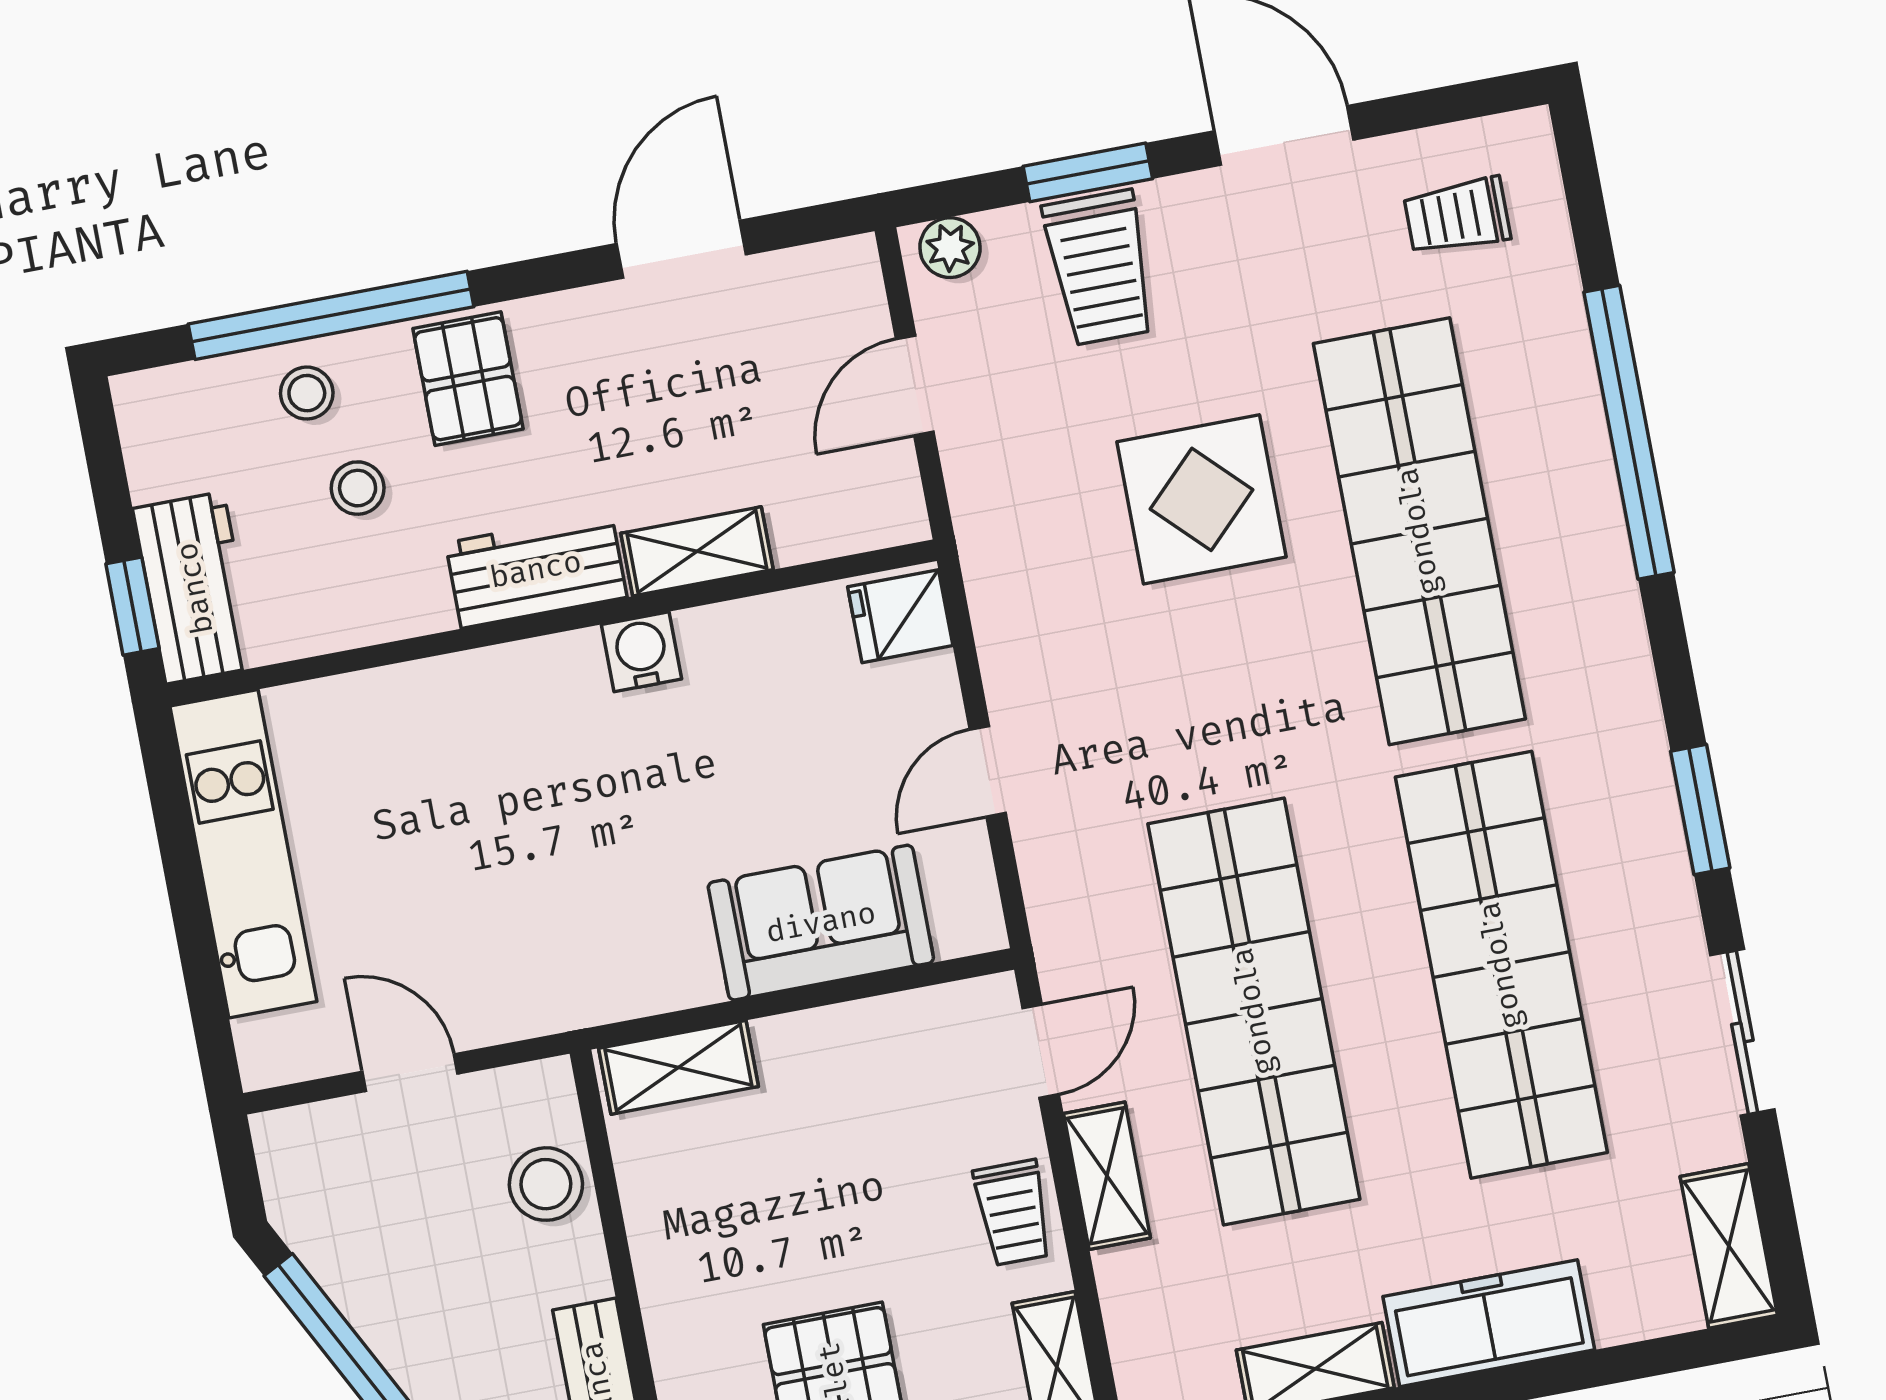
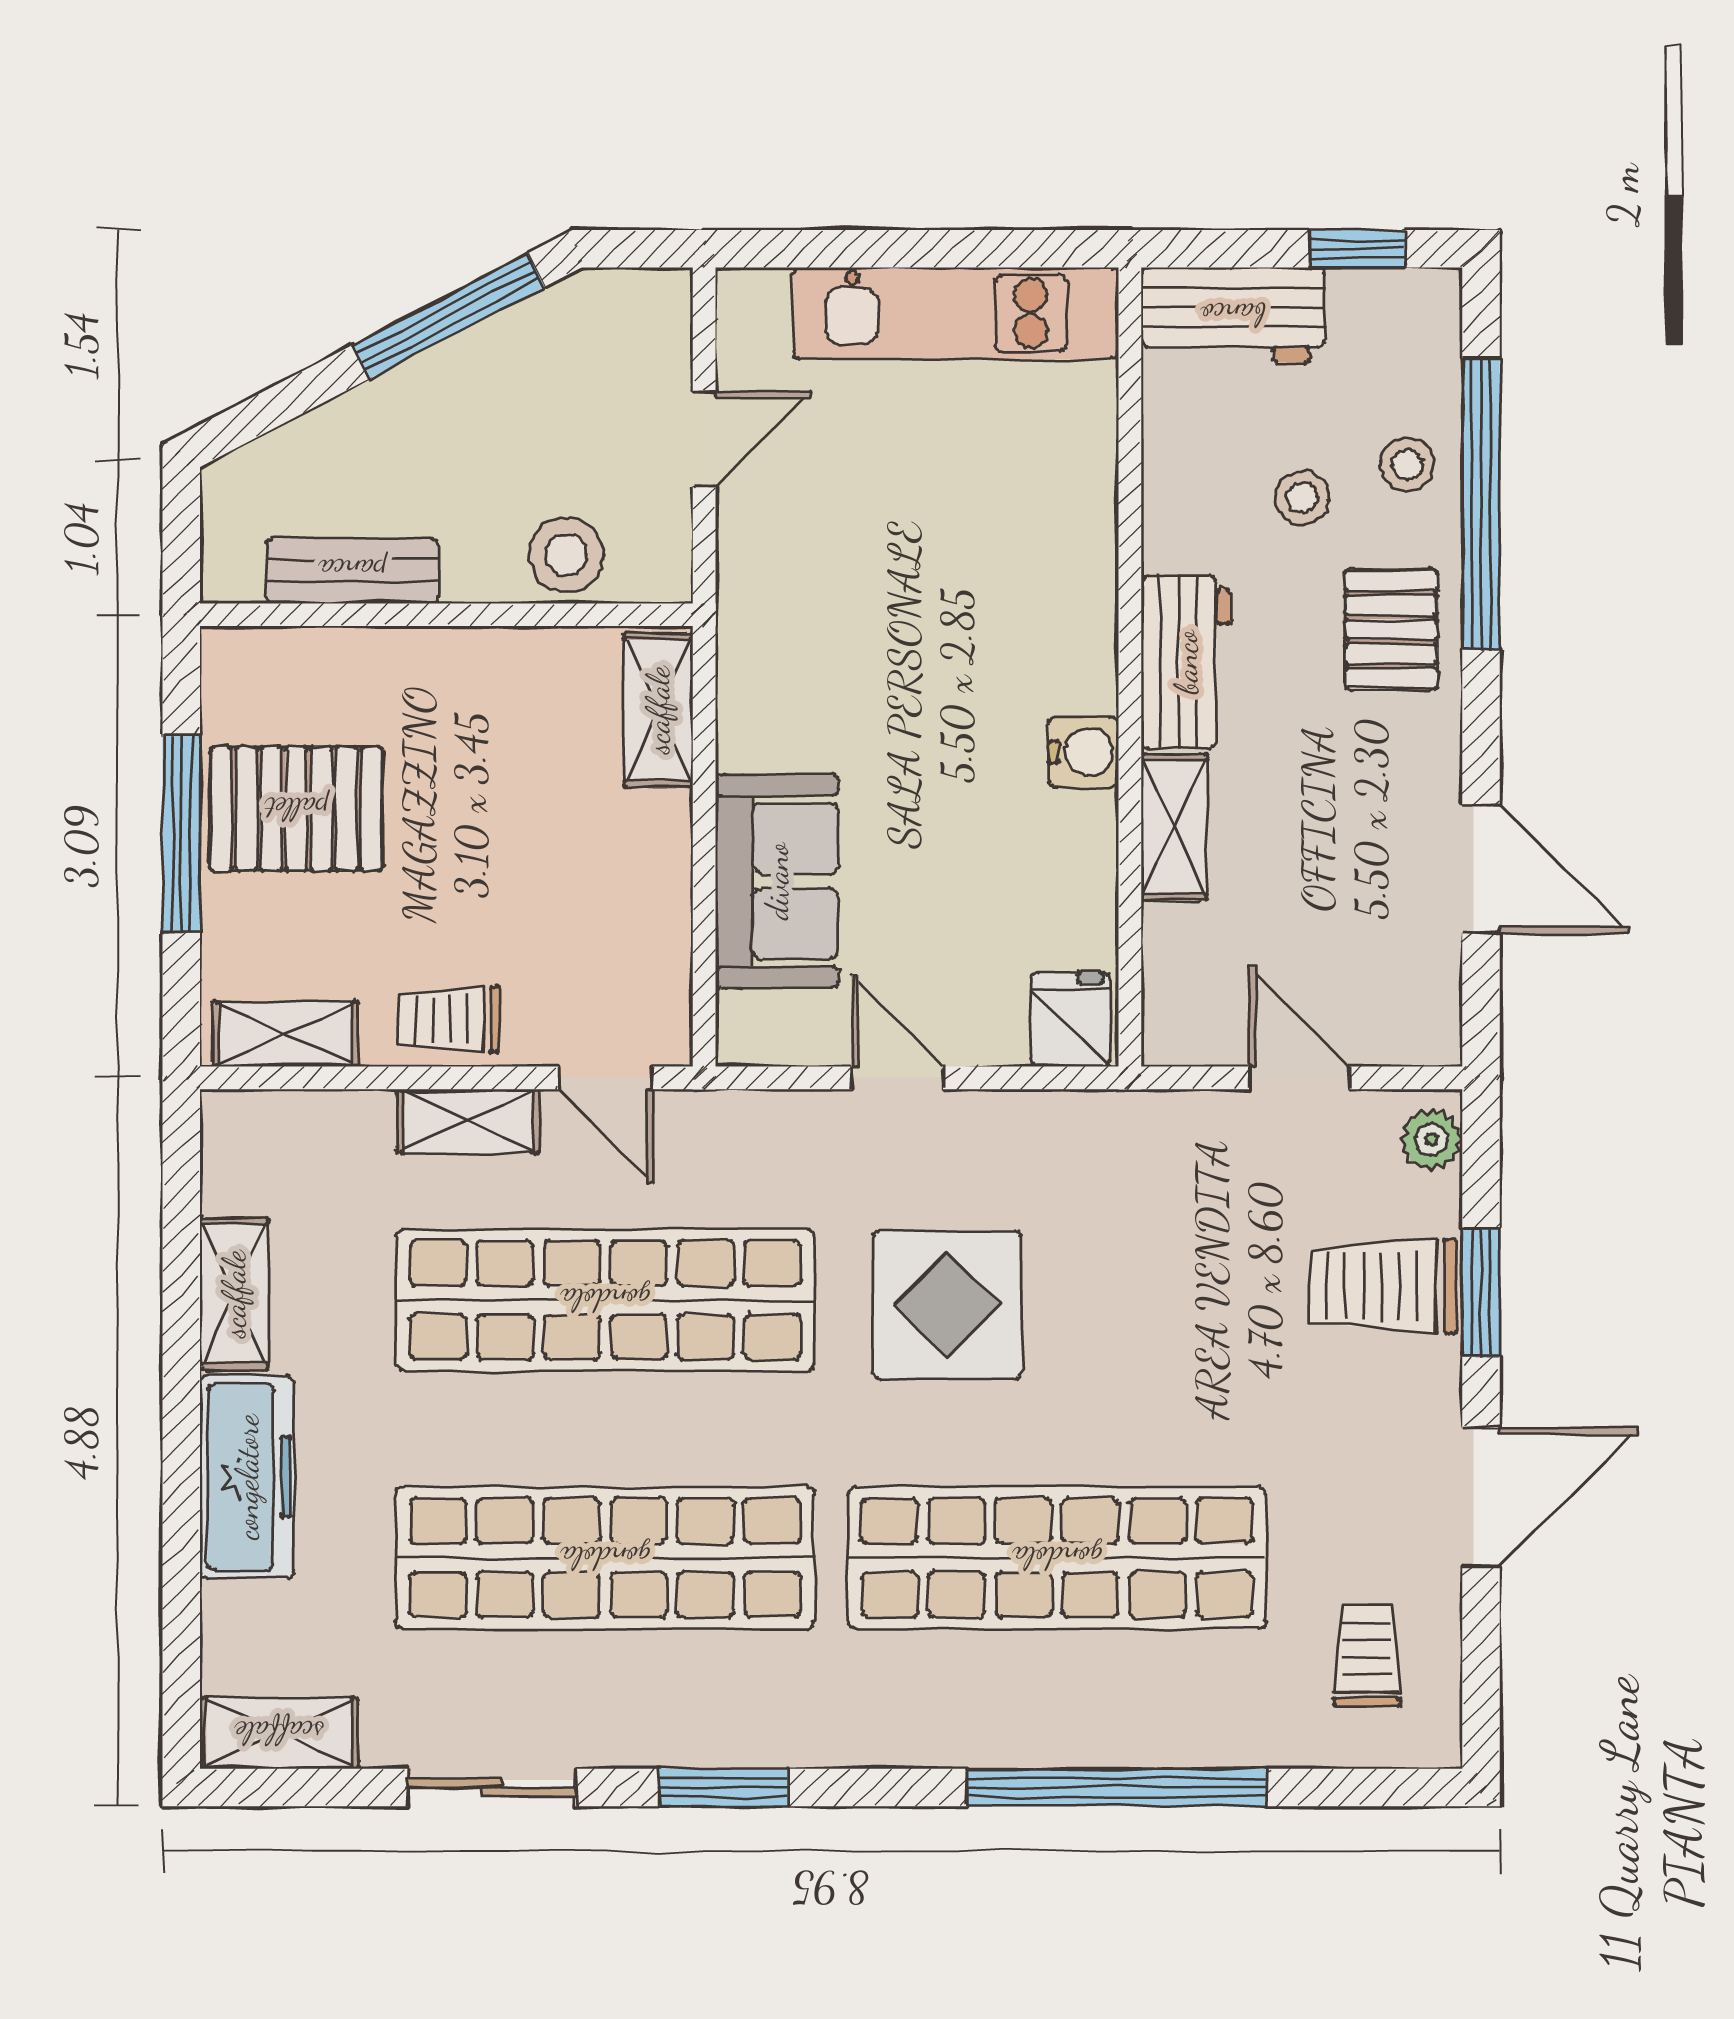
pallet: (468, 379) -> (1391, 630), turned 90
display table: (1201, 499) -> (947, 1305), moved
window: (132, 606) -> (1357, 249), moved

